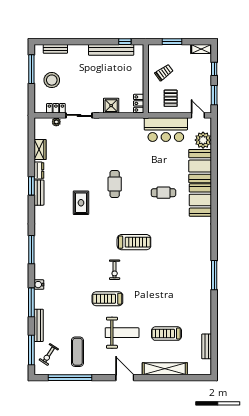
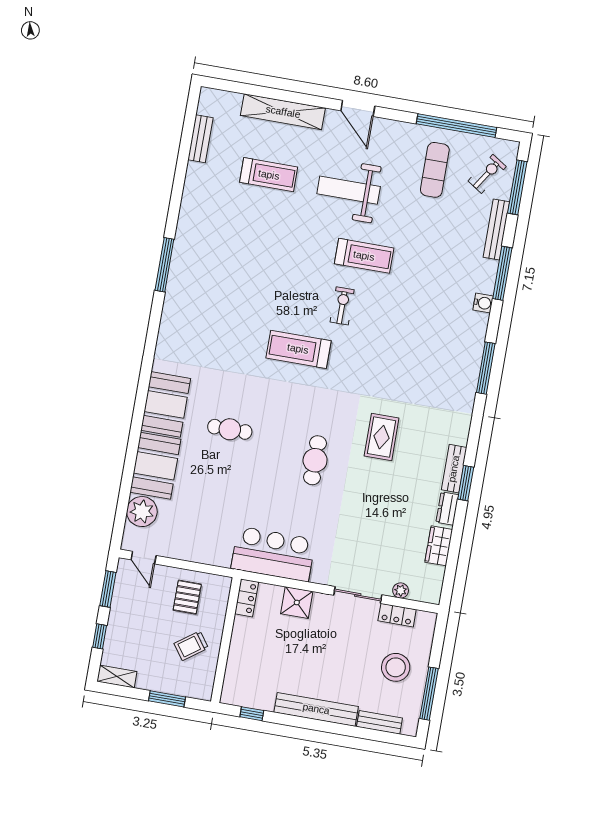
bench: (111, 50) -> (316, 709), moved
bar counter: (166, 130) -> (273, 554), moved

